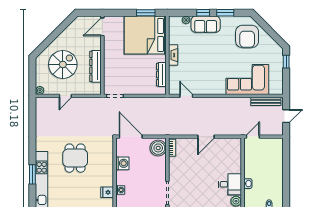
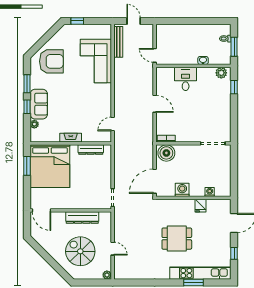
desk: (230, 184) -> (186, 79), moved
fridge: (107, 192) -> (201, 206), moved

